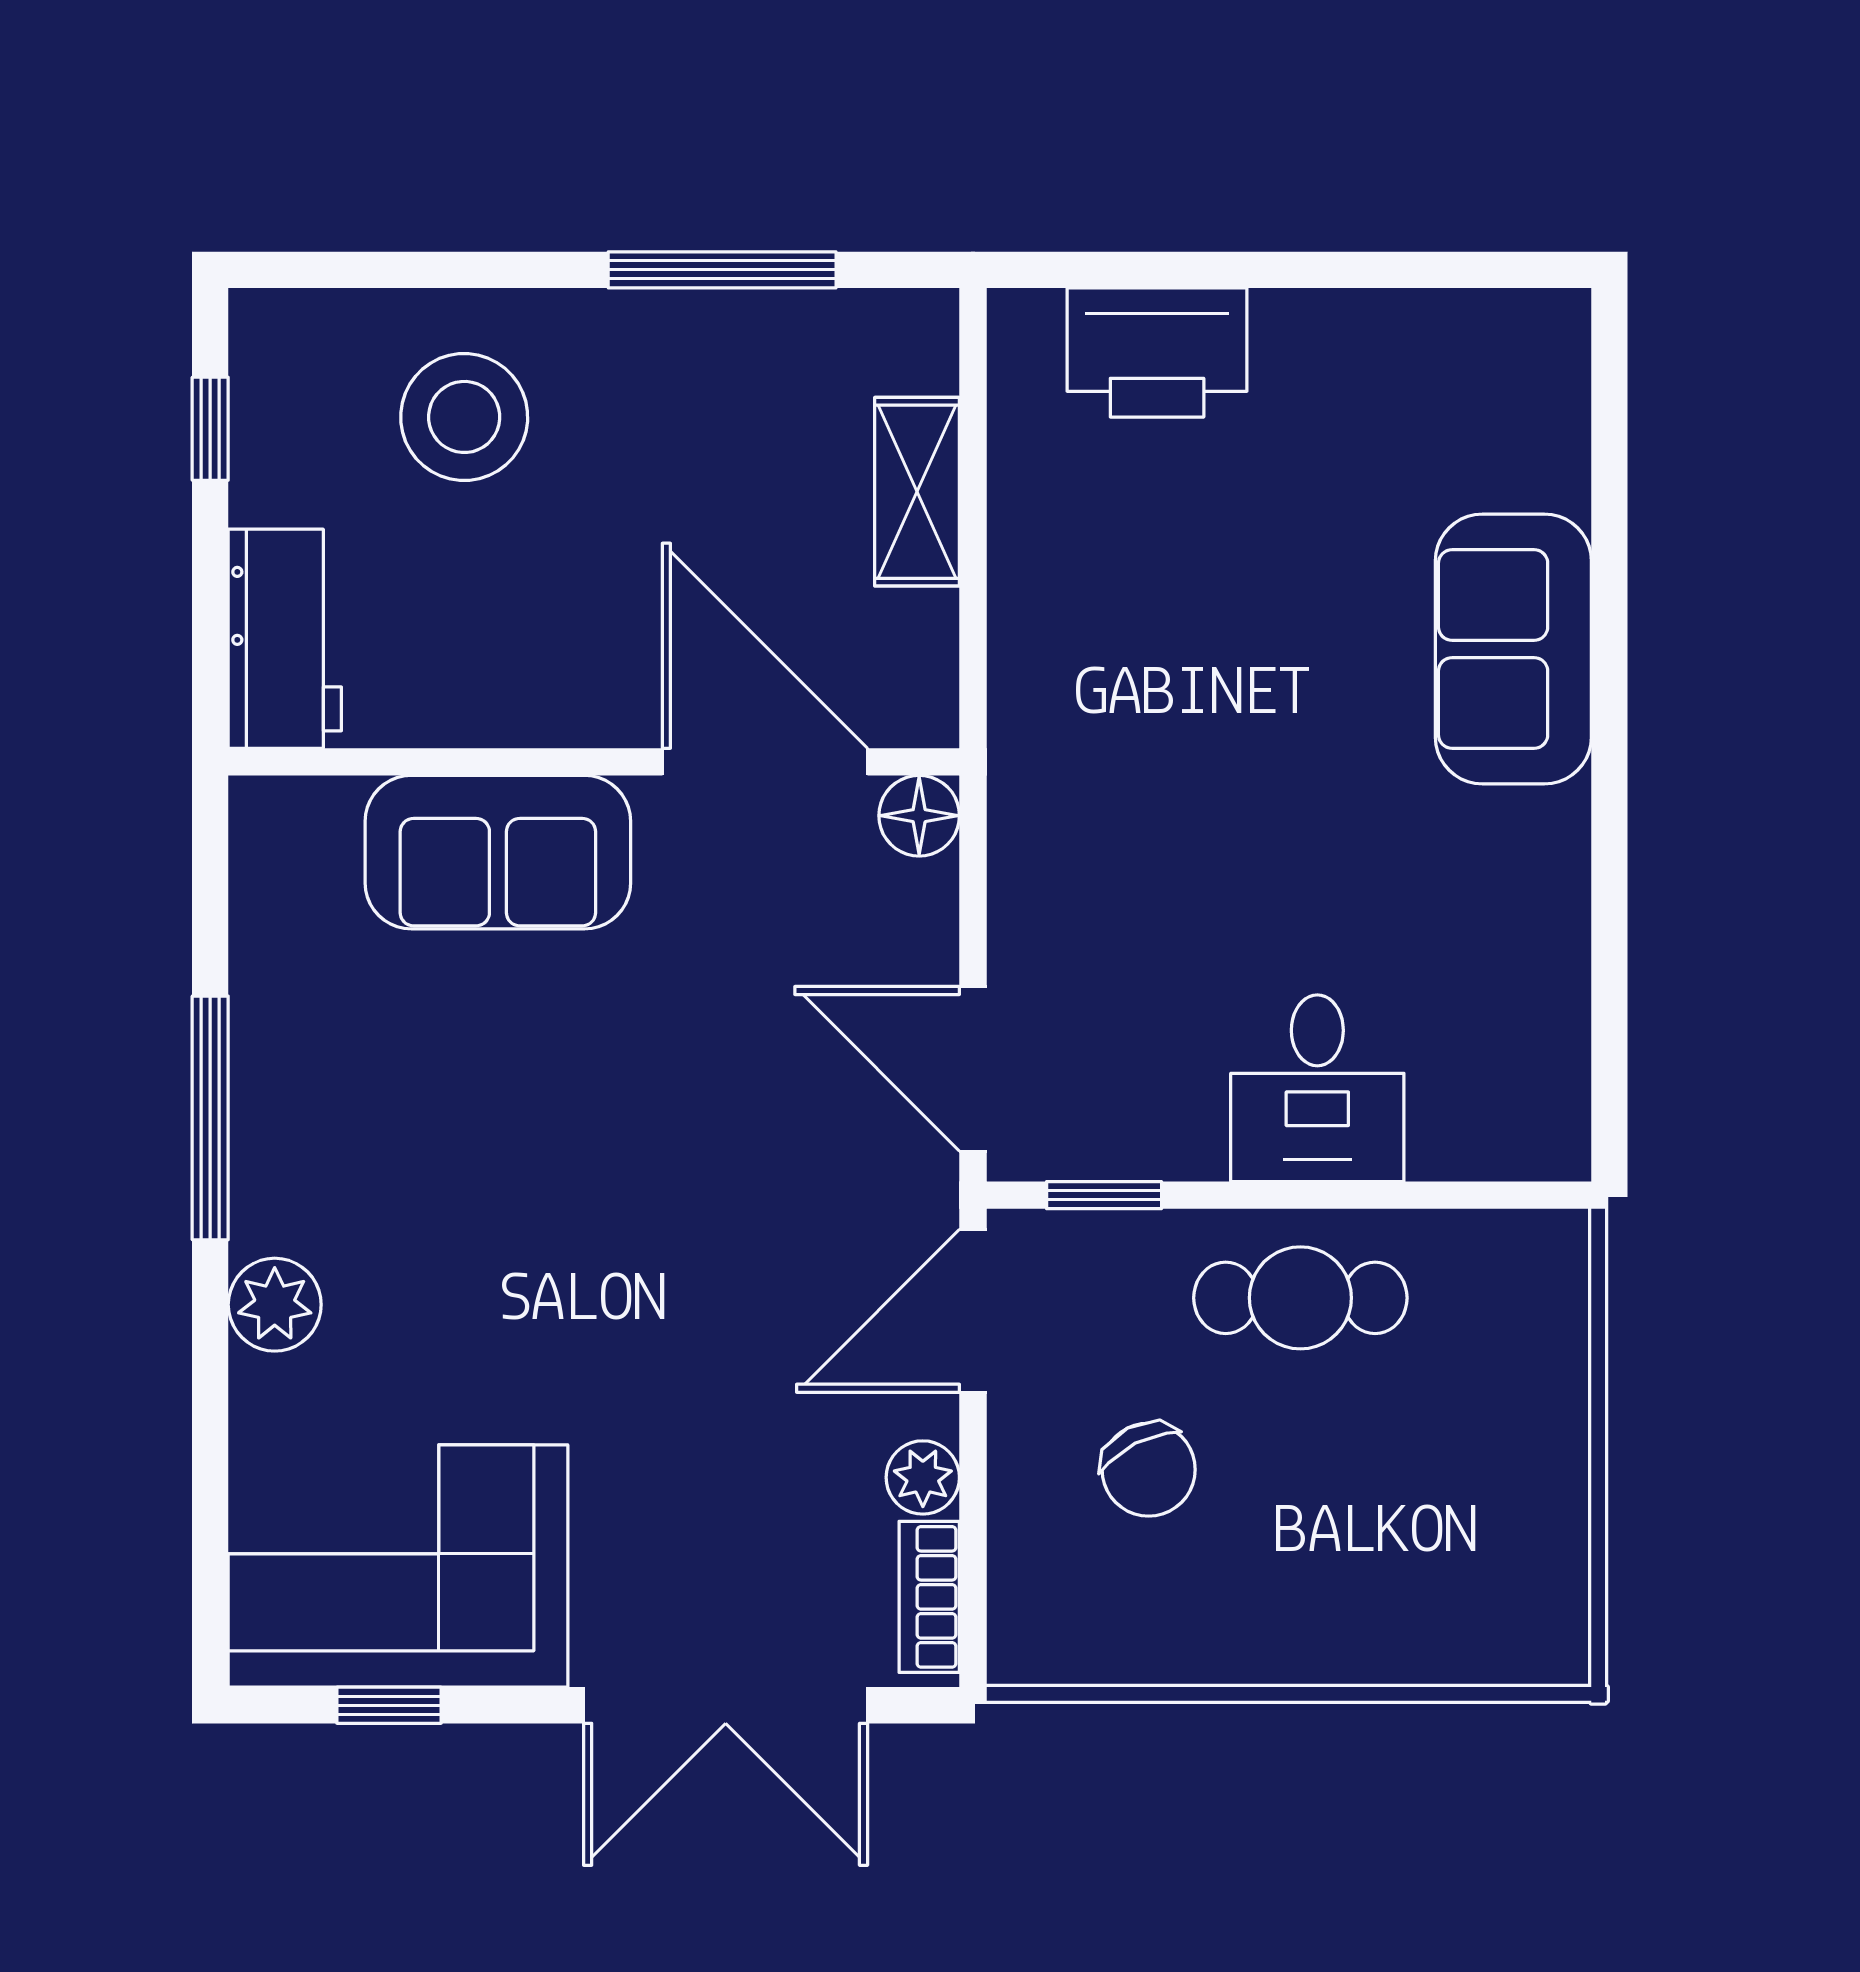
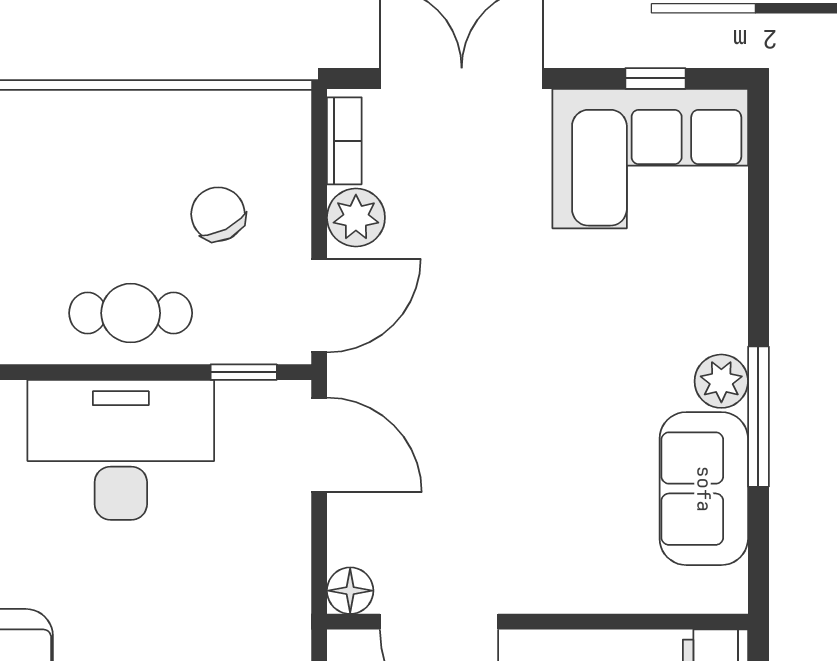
sofa: (498, 852) -> (704, 489), moved, turned -90
desk: (1317, 1088) -> (121, 450), width x1.87, depth x1.30
plant: (275, 1305) -> (721, 381), moved
plant: (923, 1477) -> (356, 218), width x1.38, depth x1.38

